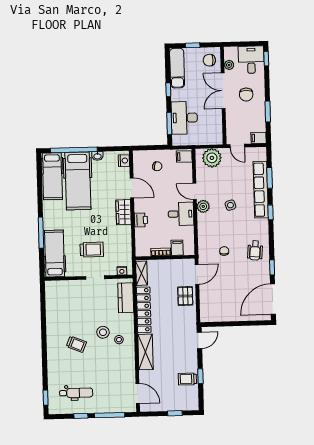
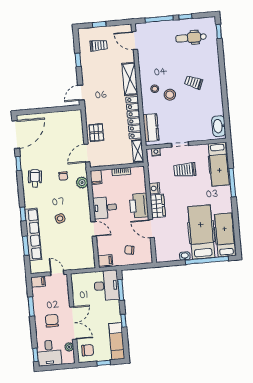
desk: (184, 118) -> (106, 285), moved
plant: (212, 158) -> (80, 261), removed
nightstand: (124, 161) -> (154, 188), moved
plant: (203, 206) -> (82, 183), moved
printer: (141, 220) -> (139, 206), width x1.87, depth x1.48
filing cabinet: (177, 248) -> (96, 177), moved
washbasin: (52, 295) -> (219, 126), added
trolley: (187, 379) -> (99, 46), moved

